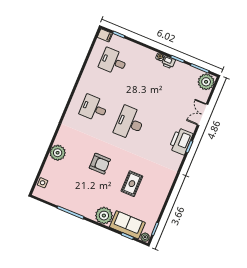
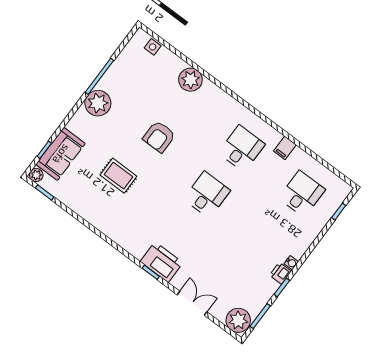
filing cabinet: (105, 35) -> (285, 148), moved
desk: (130, 123) -> (207, 195), width x0.73
plant: (104, 216) -> (98, 103), moved

